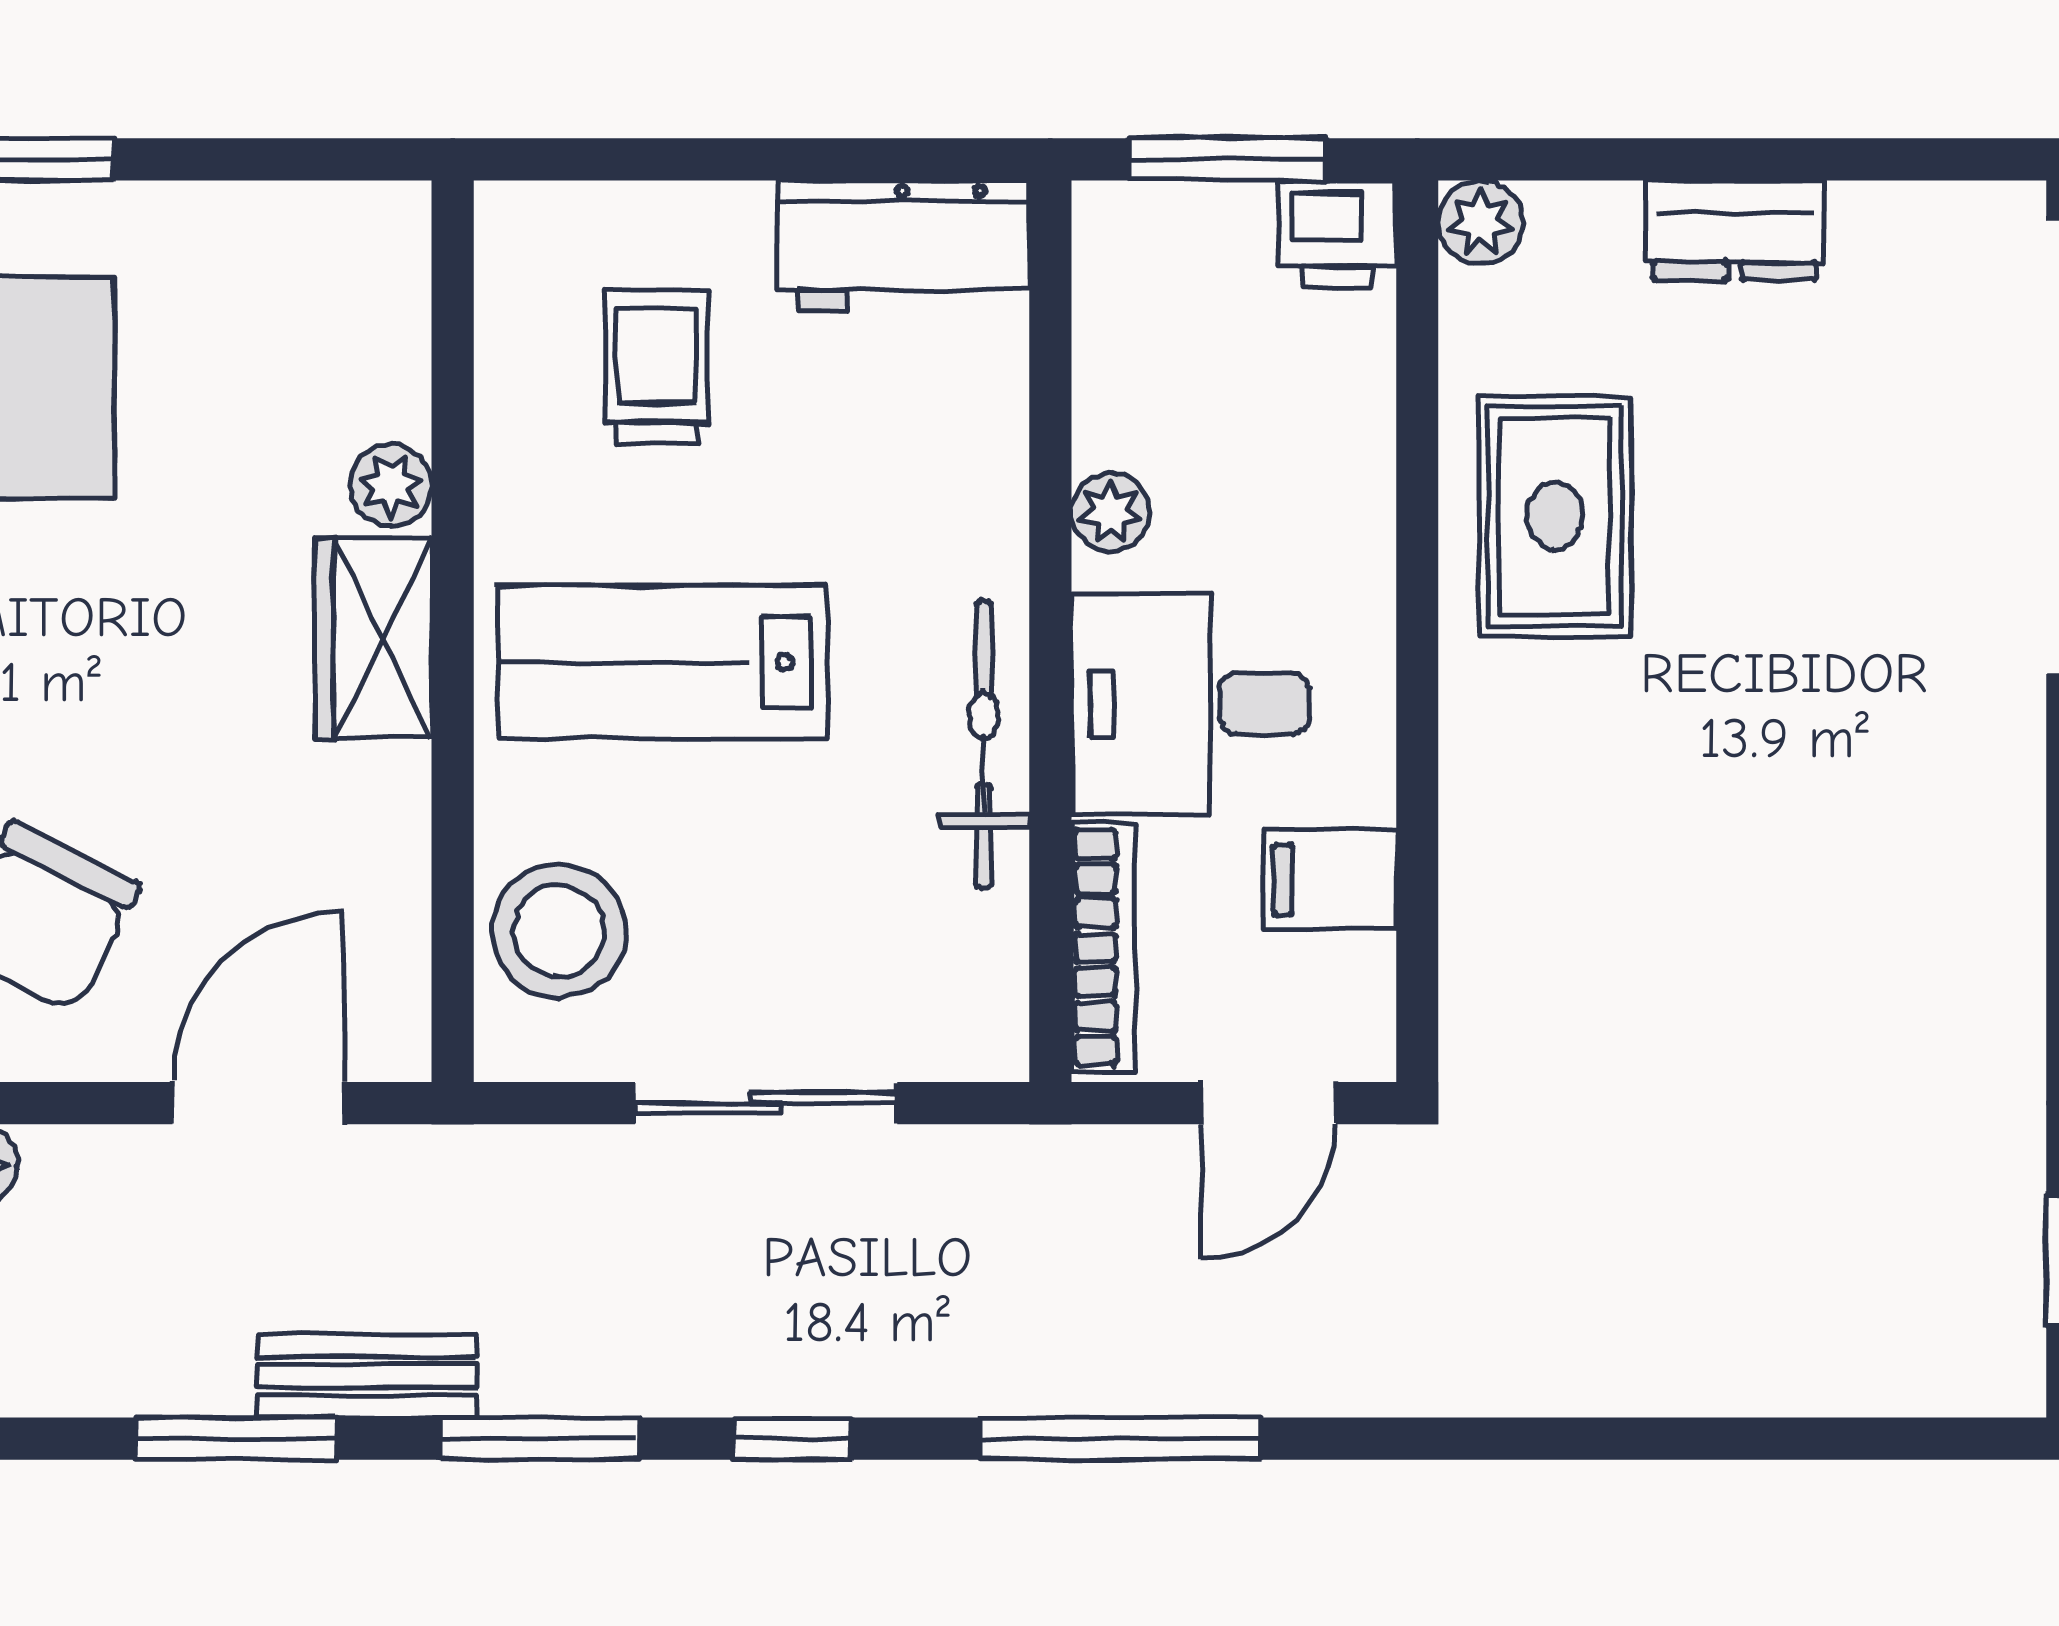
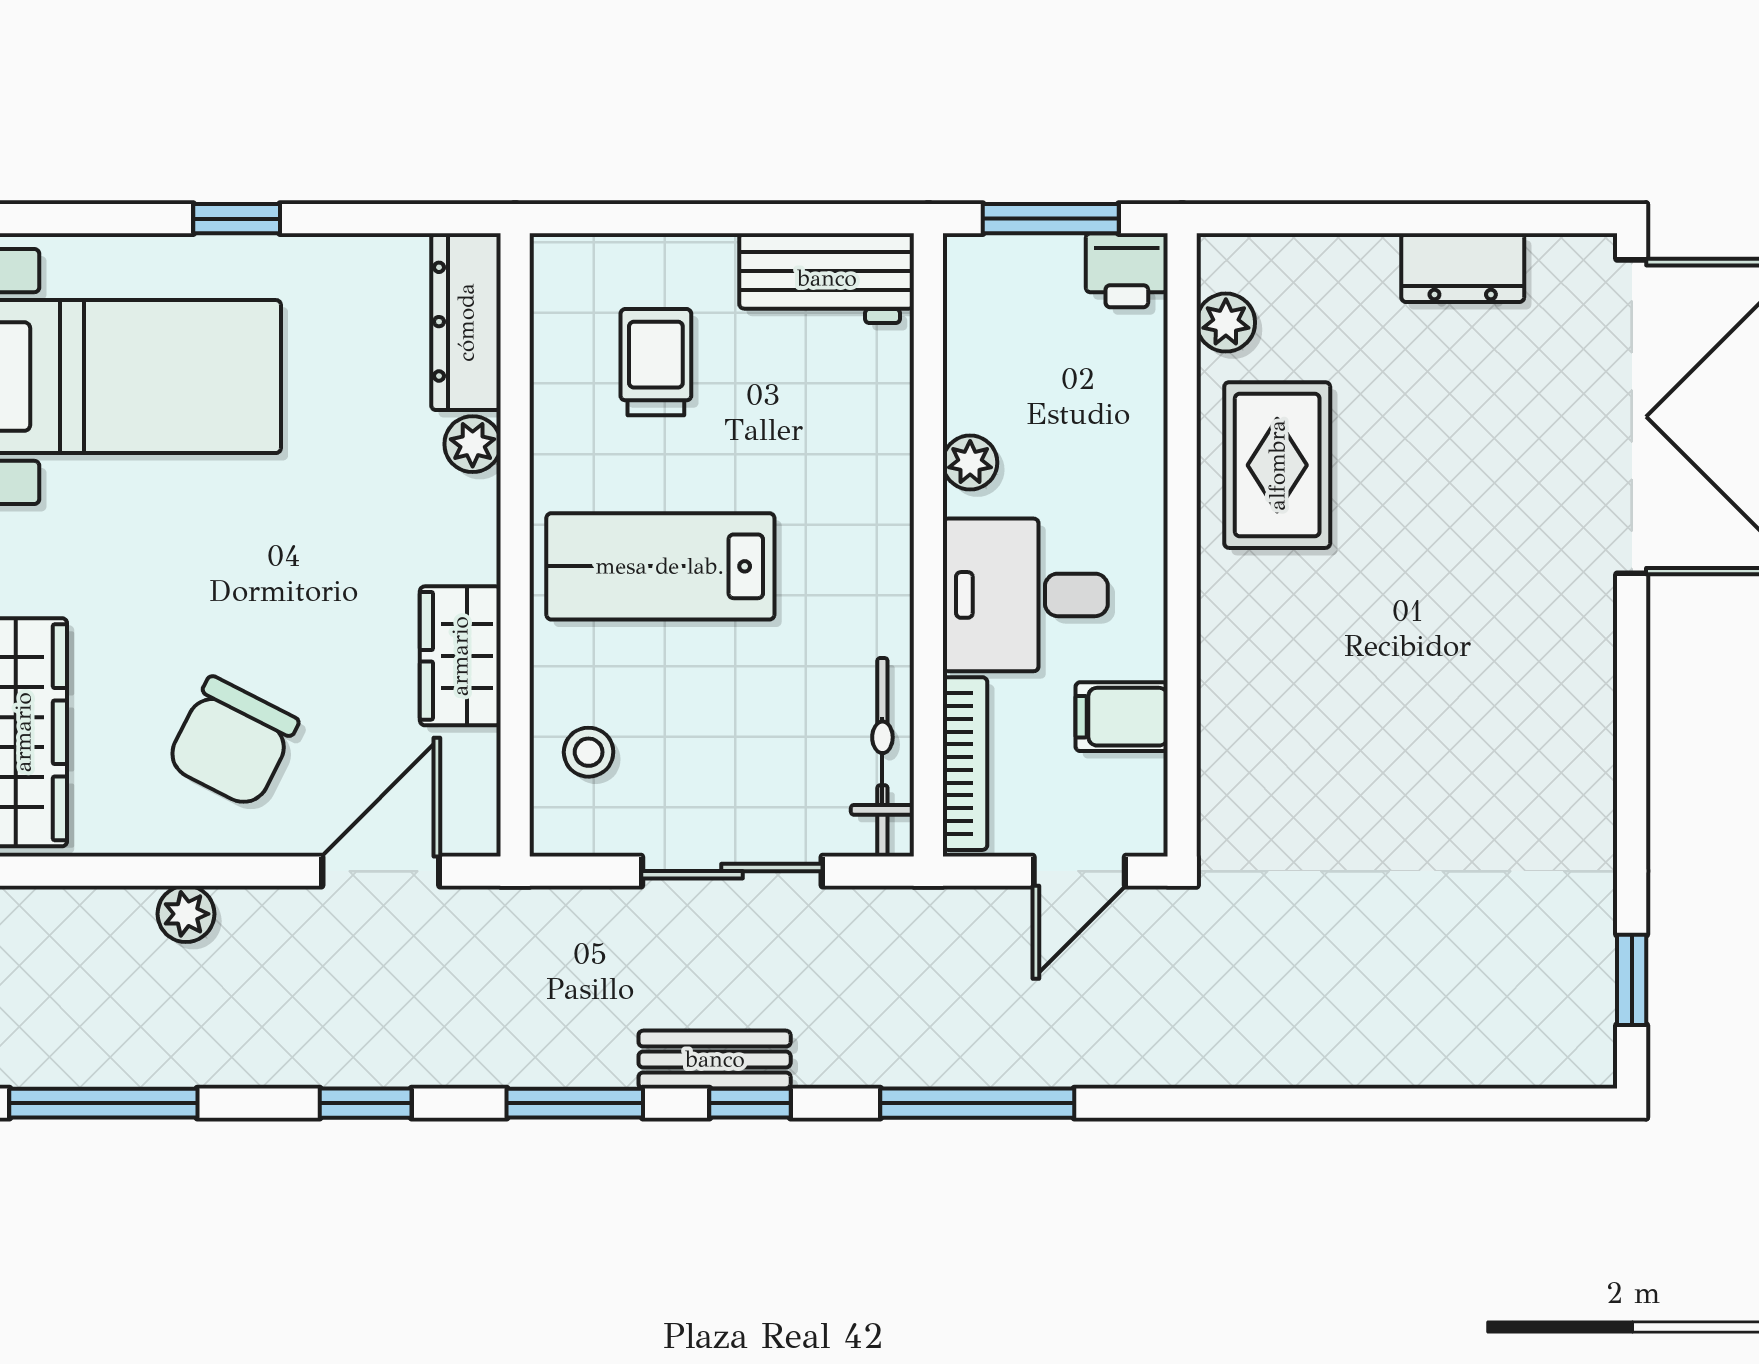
plant: (1480, 223) -> (1226, 323), moved
dresser: (1735, 230) -> (1463, 268), moved
dresser: (382, 309) -> (466, 322), added
wardrobe: (373, 638) -> (460, 656), moved
bicycle: (984, 744) -> (882, 757), moved
stool: (559, 931) -> (589, 752), width x0.53, depth x0.53
bench: (367, 1376) -> (715, 1059), moved
window: (236, 1439) -> (366, 1103), width x0.67

